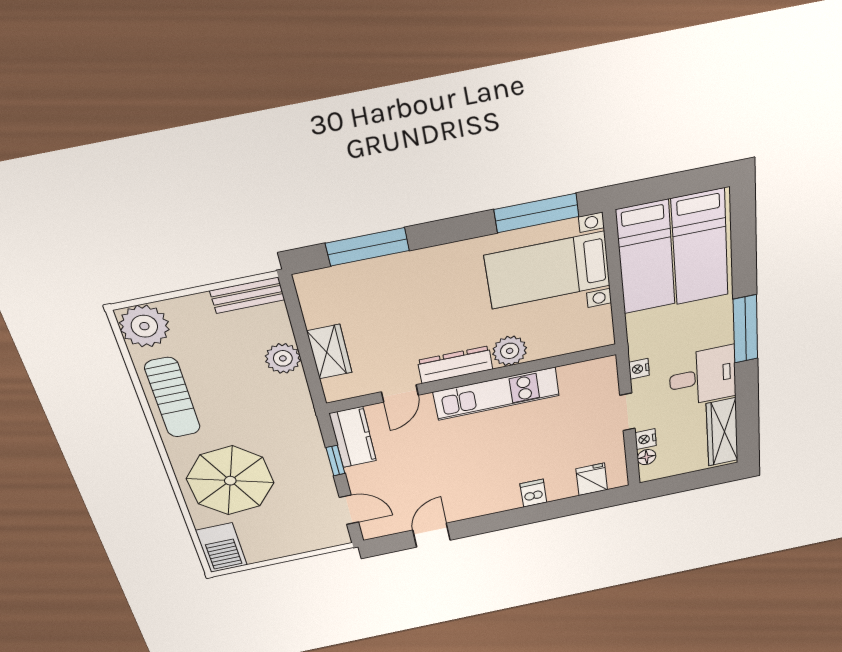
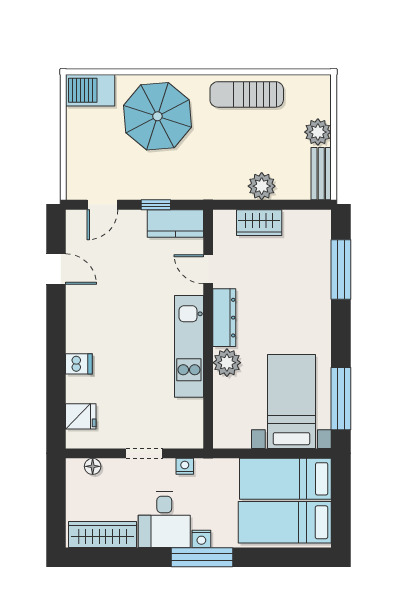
plant: (144, 326) -> (318, 132), moved, width x0.73, depth x0.73
nightstand: (646, 439) -> (201, 539), moved, turned 180

